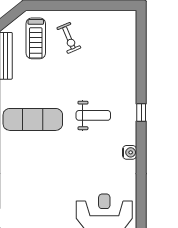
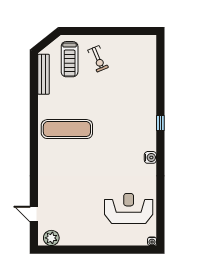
weight bench: (93, 115) -> (119, 126), removed

